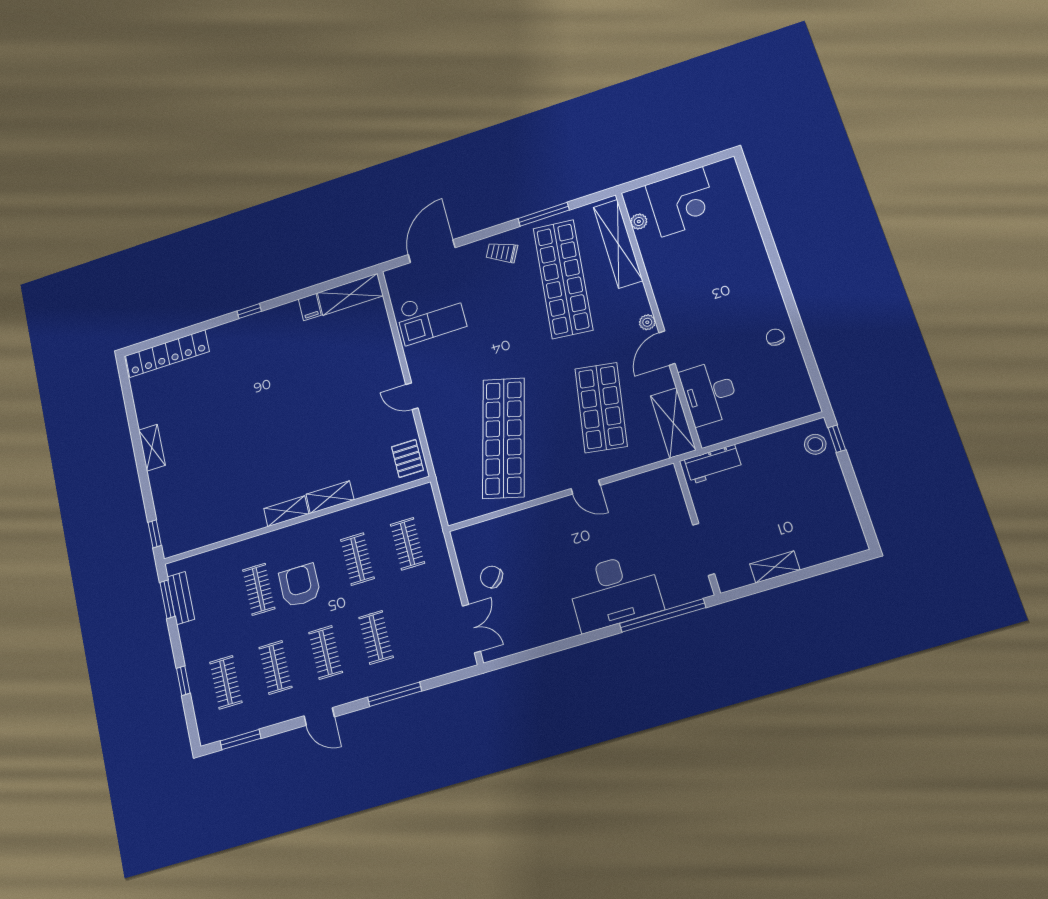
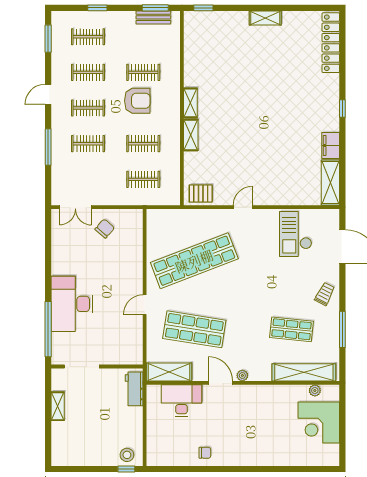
shop shelf: (563, 279) -> (292, 329), width x0.50, depth x0.74
filing cabinet: (310, 307) -> (331, 145), width x2.00
shop shelf: (504, 438) -> (194, 261), turned -36

